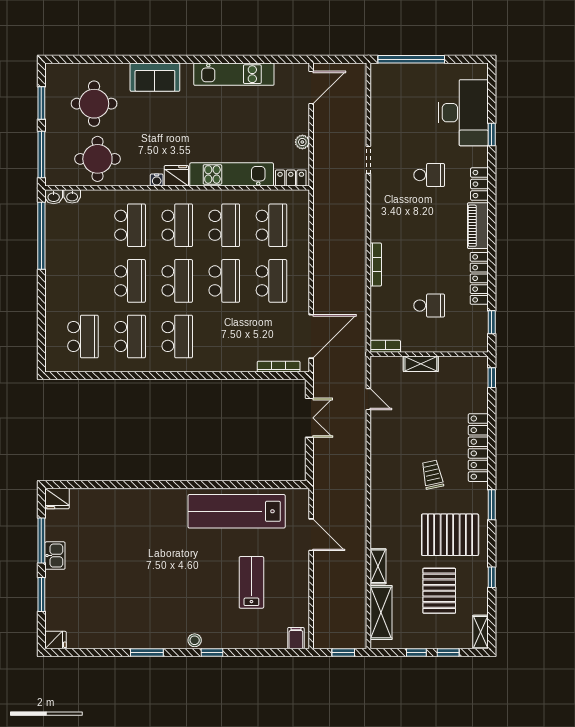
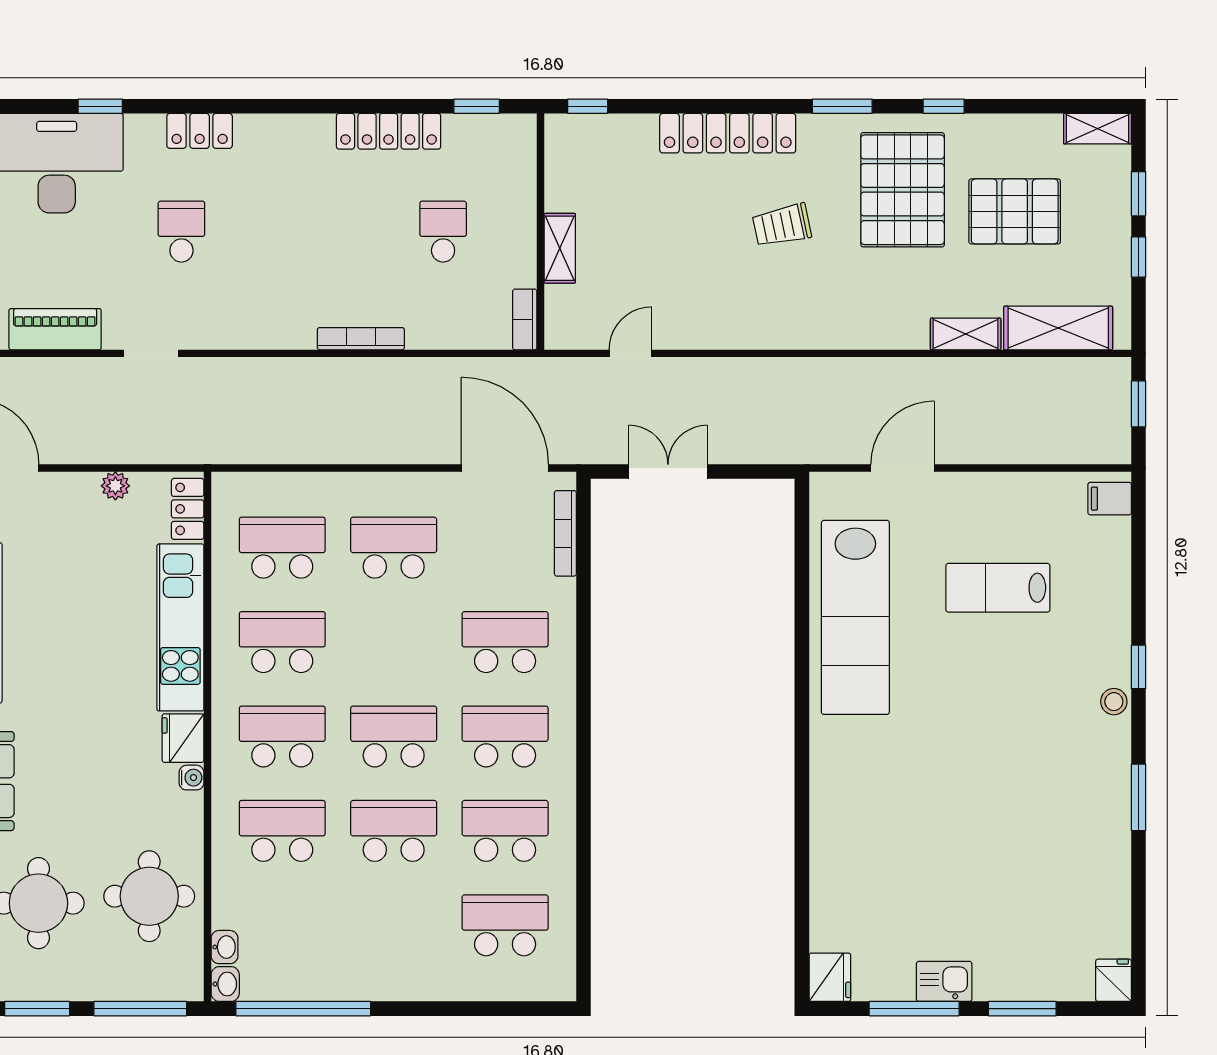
piano: (478, 226) -> (55, 329), moved, turned 180
school desk: (224, 281) -> (505, 642), moved
window: (492, 577) -> (944, 106), moved

